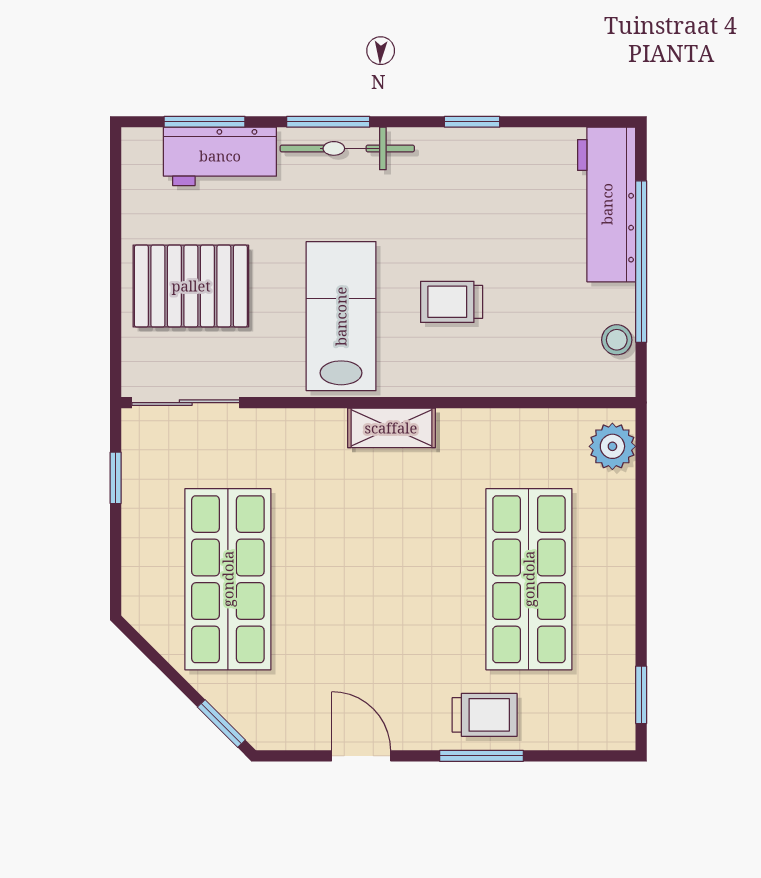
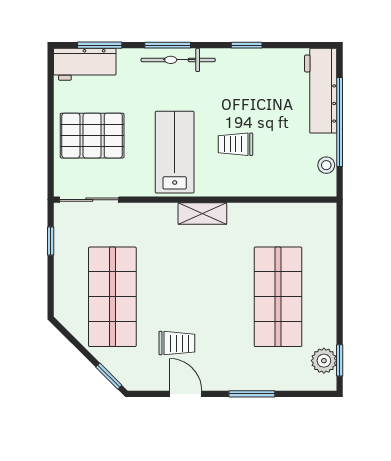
workbench: (220, 156) -> (85, 64), moved
plant: (612, 446) -> (324, 361), moved
trolley: (485, 715) -> (177, 343), moved

